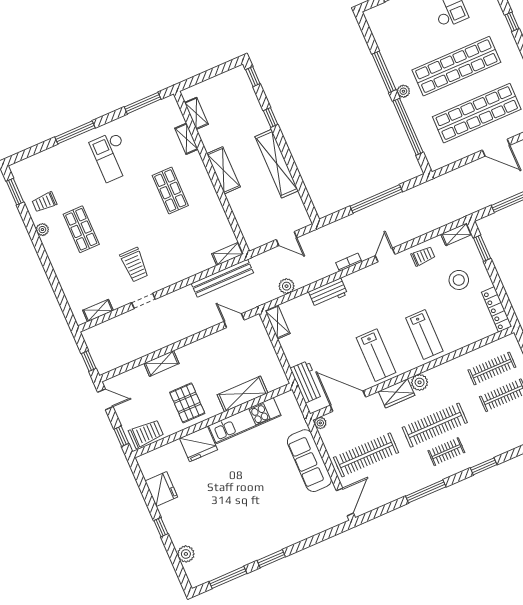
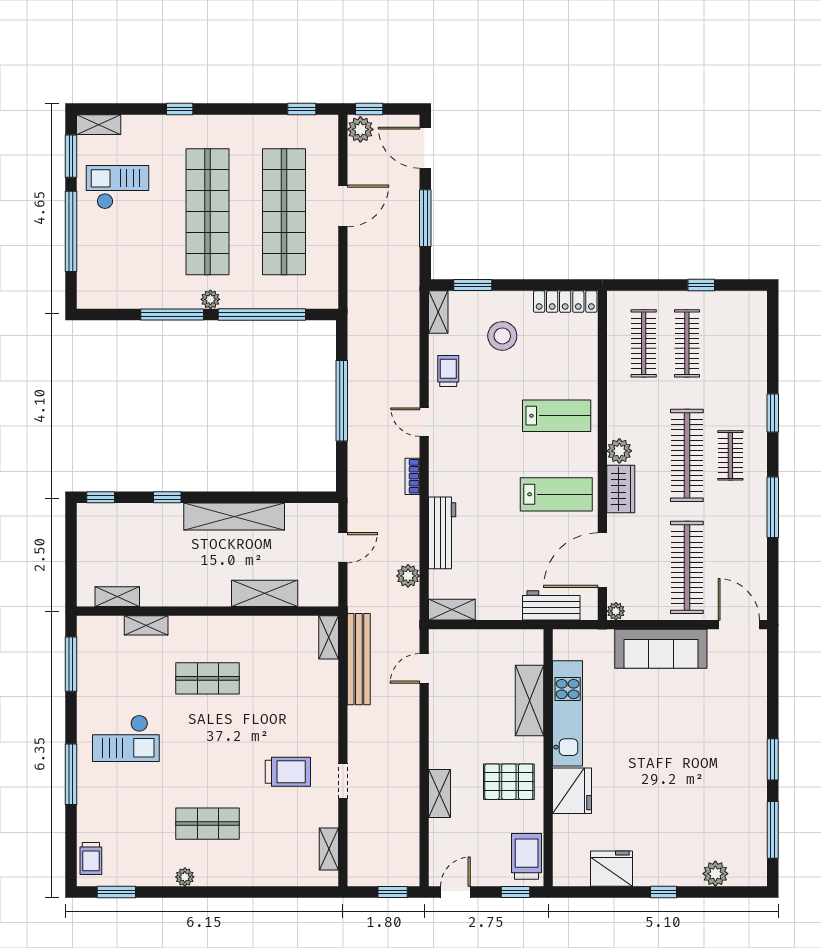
shelving: (223, 170) -> (265, 593), moved
trolley: (44, 202) -> (91, 859), moved
workbench: (328, 293) -> (442, 533), width x1.38

